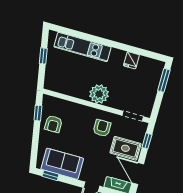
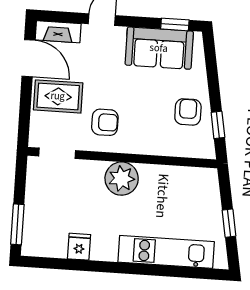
armchair: (102, 128) -> (105, 122), turned -90
window: (147, 141) -> (25, 116), removed

